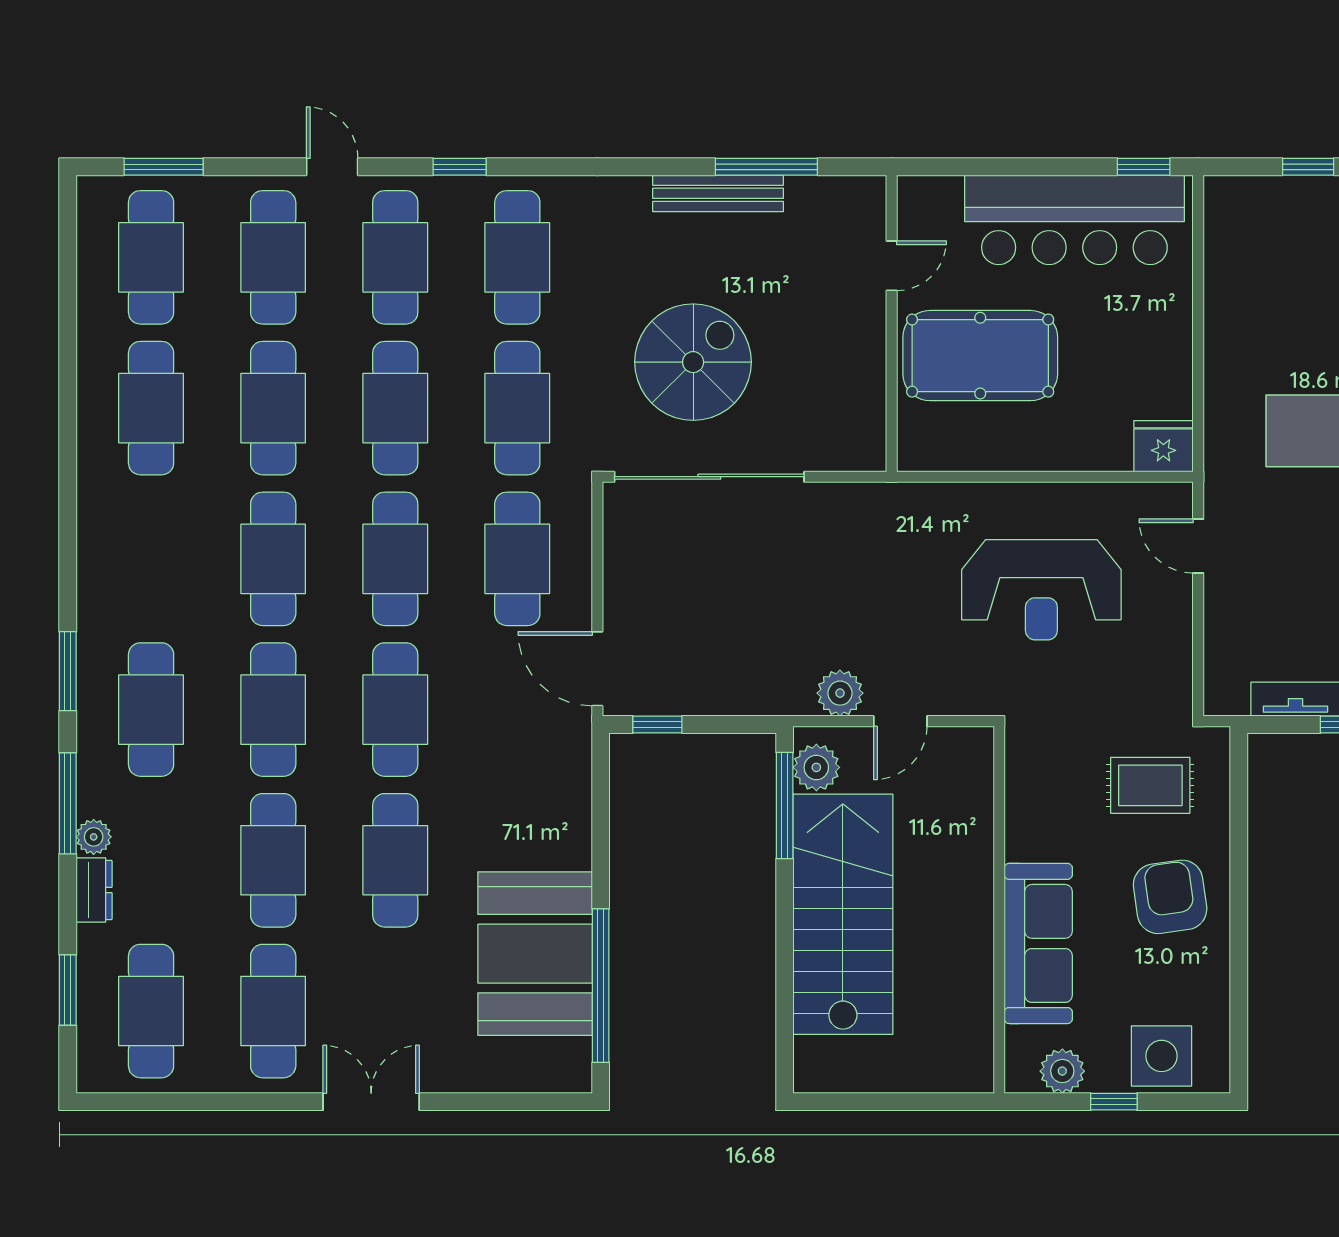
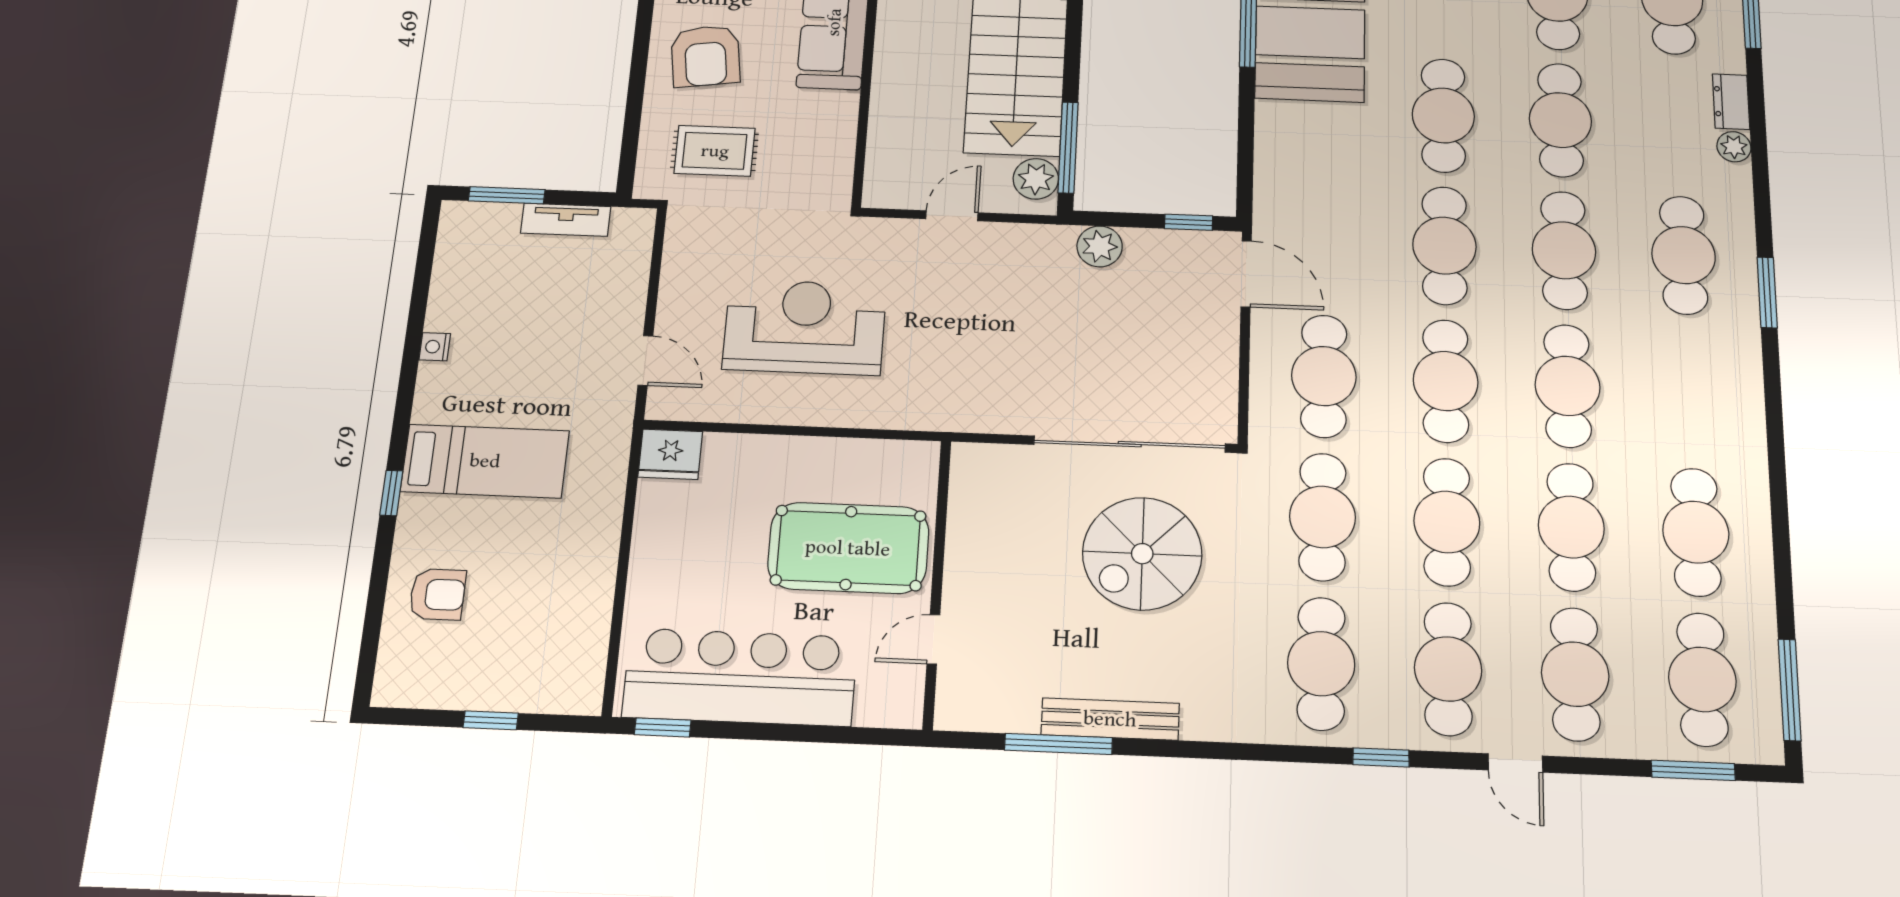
plant: (840, 693) -> (1100, 246), moved
window: (68, 803) -> (1790, 690), moved

